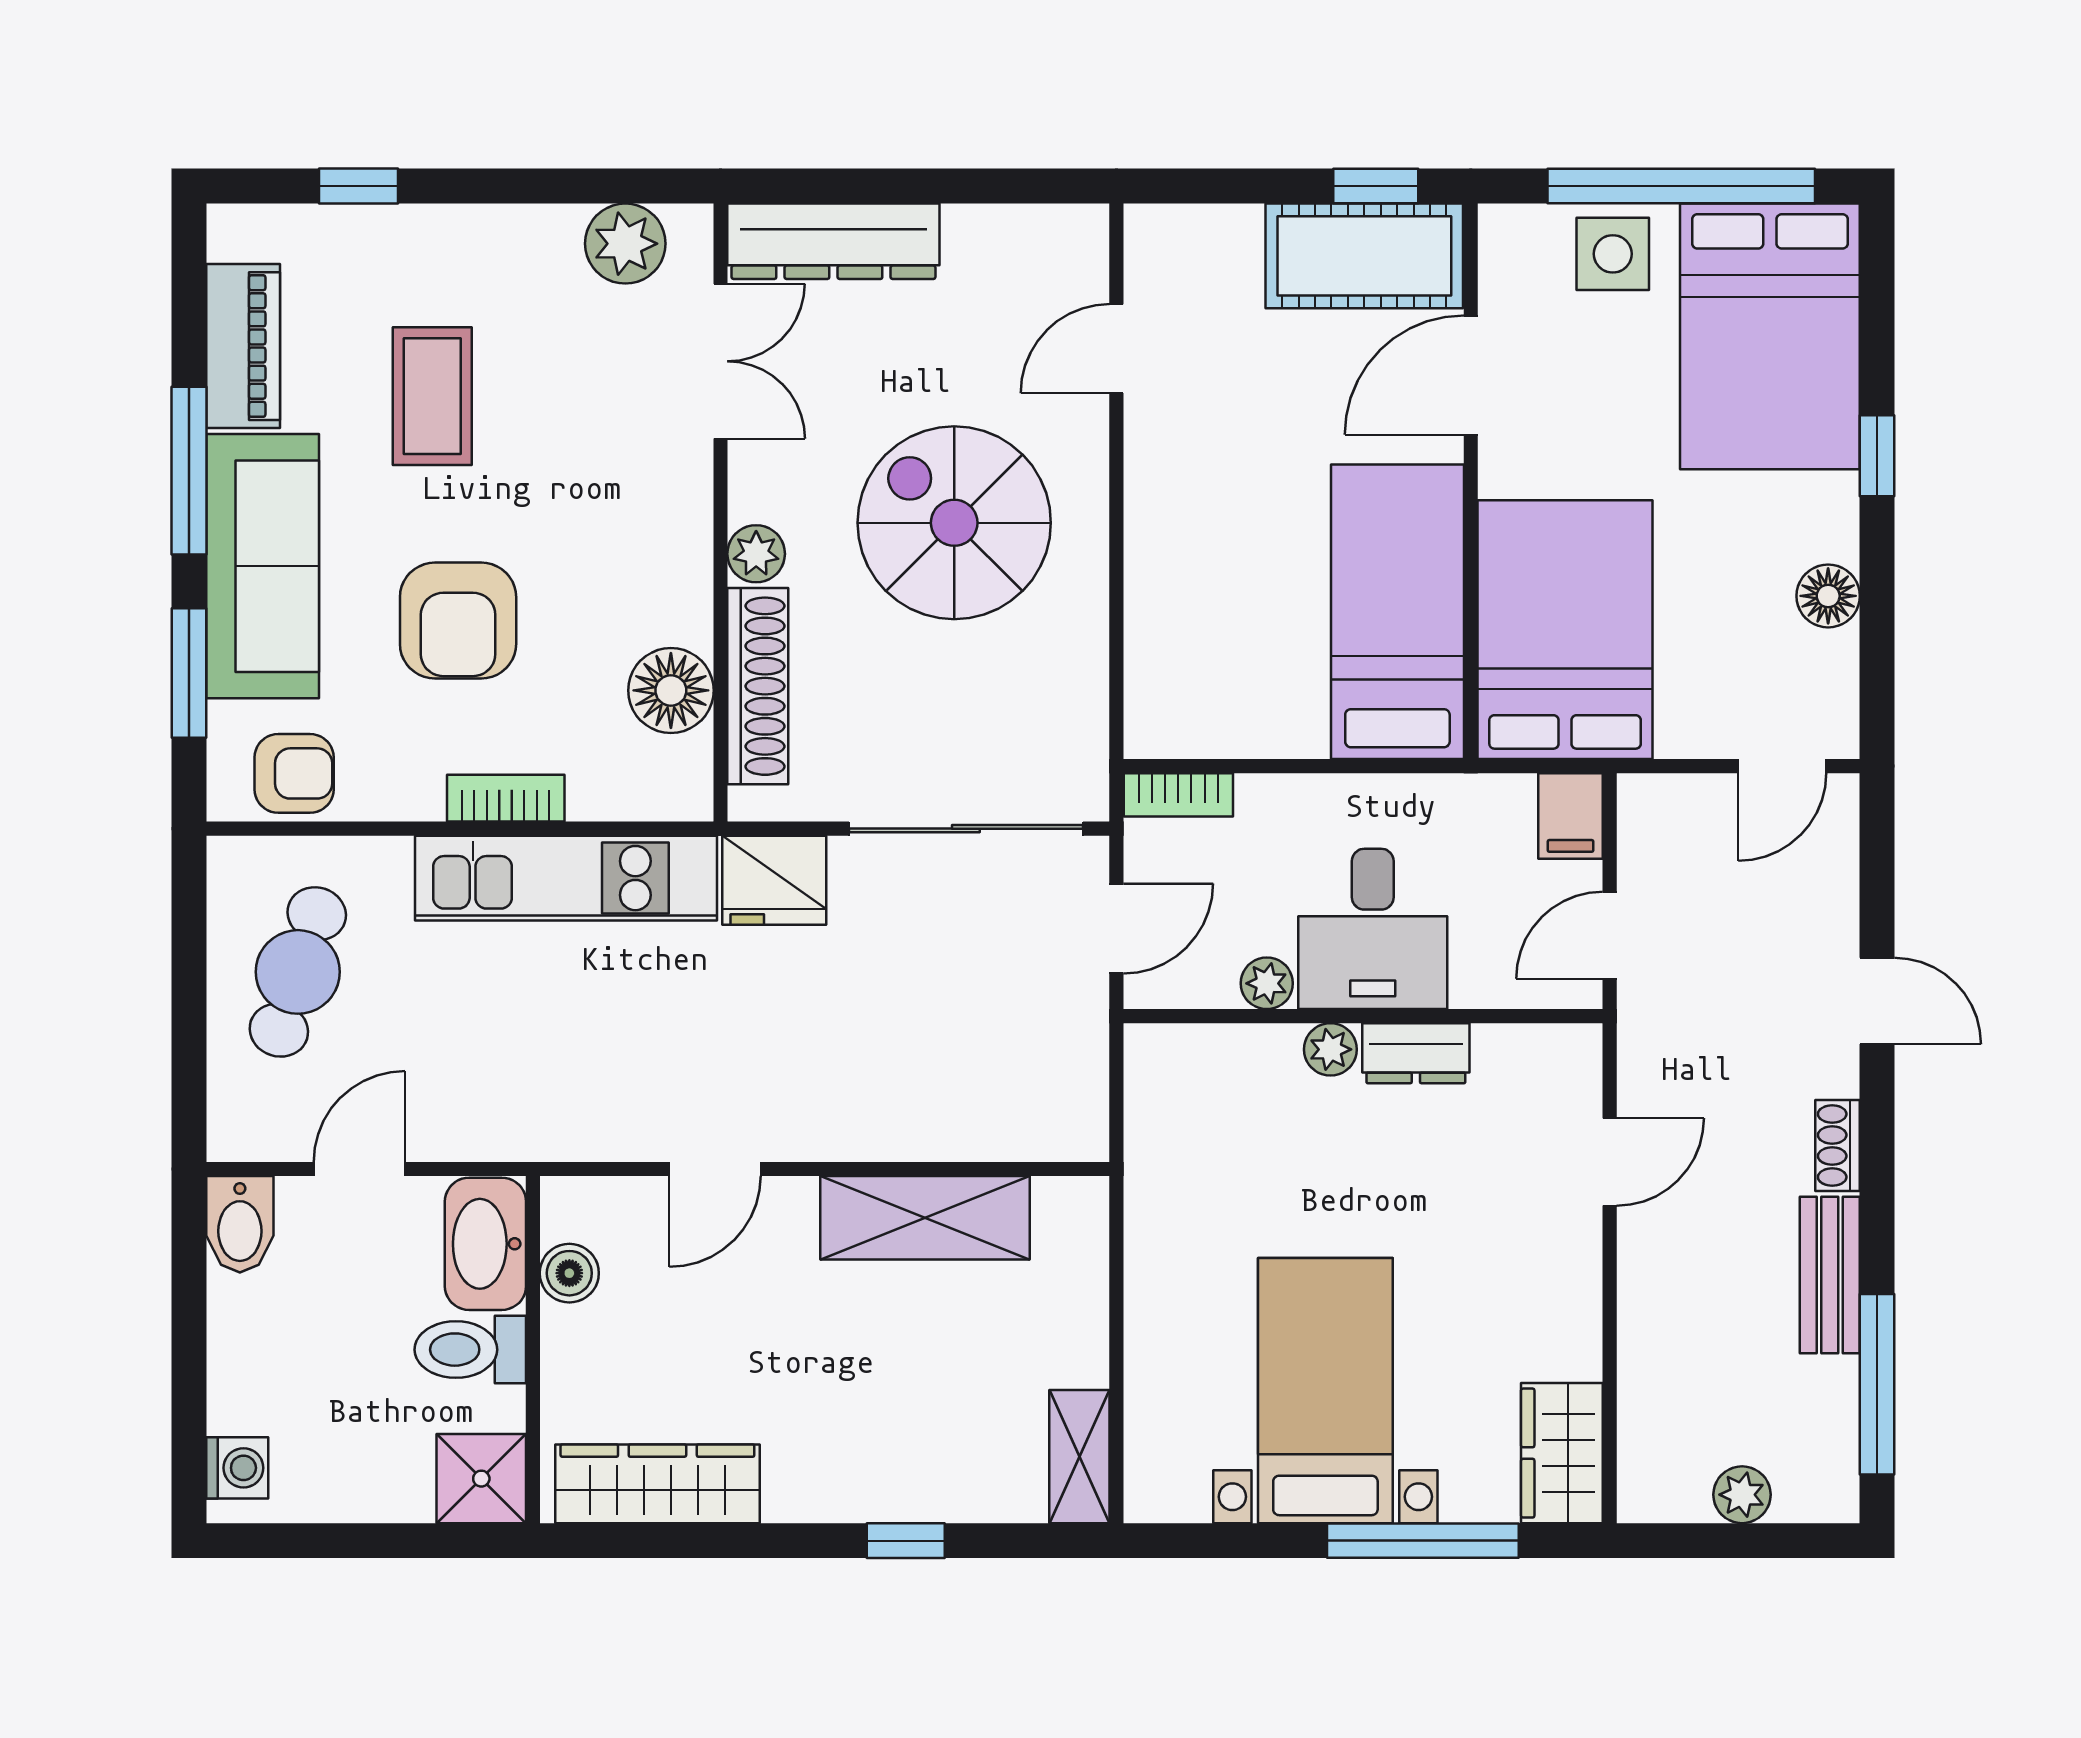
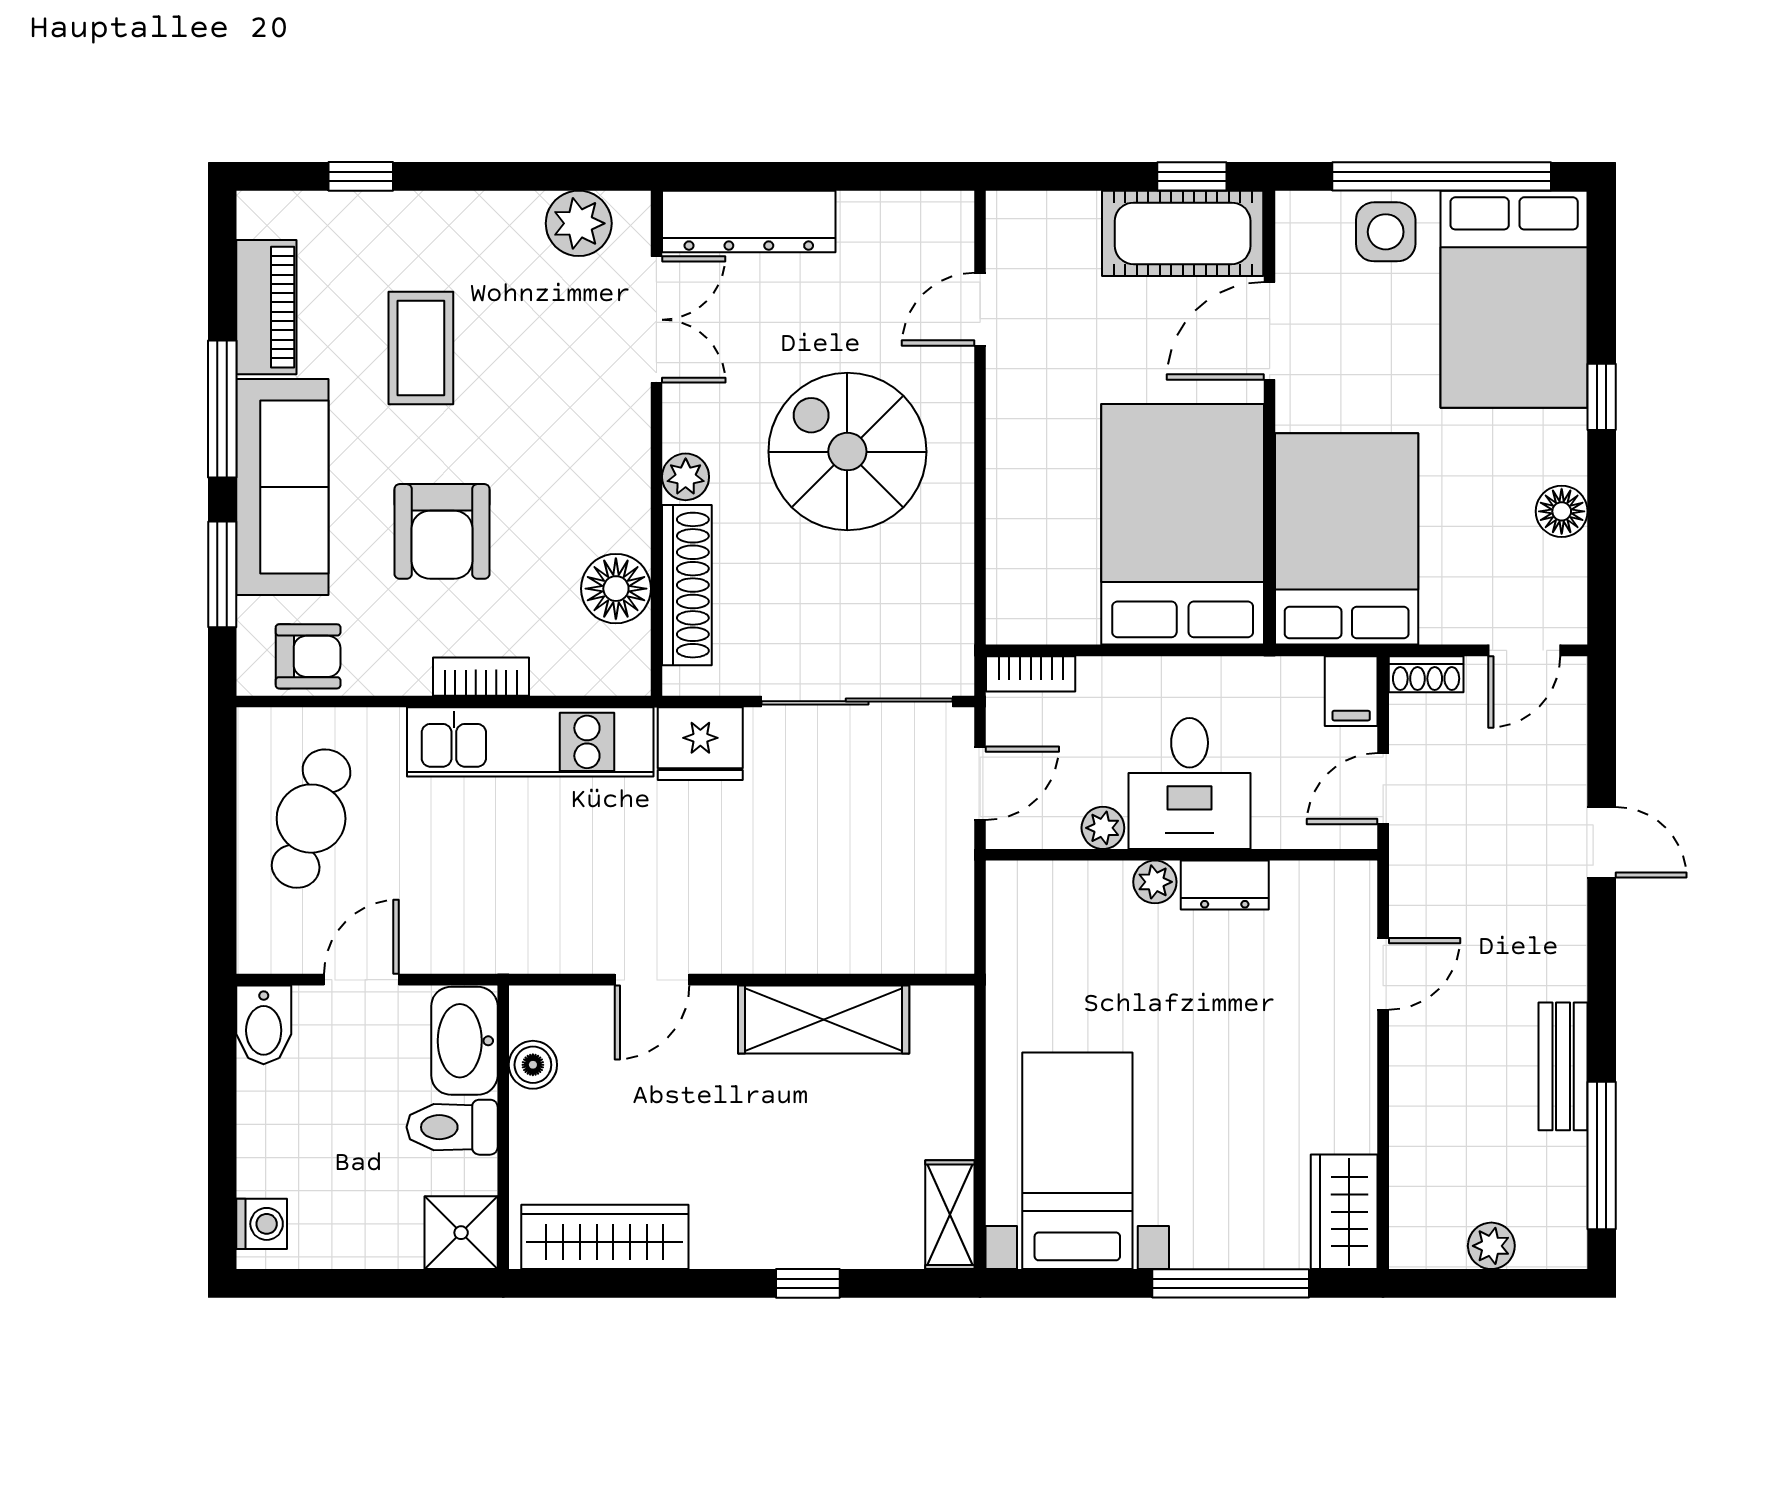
bed: (1397, 612) -> (1183, 524), width x1.50
shoe rack: (1838, 1146) -> (1426, 674), moved, turned -90
bed with nightstands: (1325, 1391) -> (1077, 1161), moved

